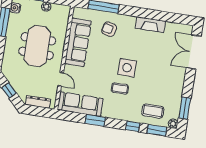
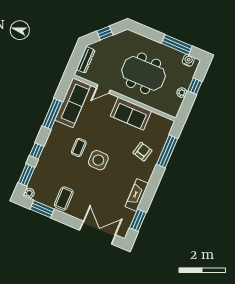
window: (173, 18) -> (138, 220), added
sofa: (78, 42) -> (131, 114), width x0.73
coffee table: (153, 111) -> (64, 199), moved
window: (95, 120) -> (52, 114), width x1.44

